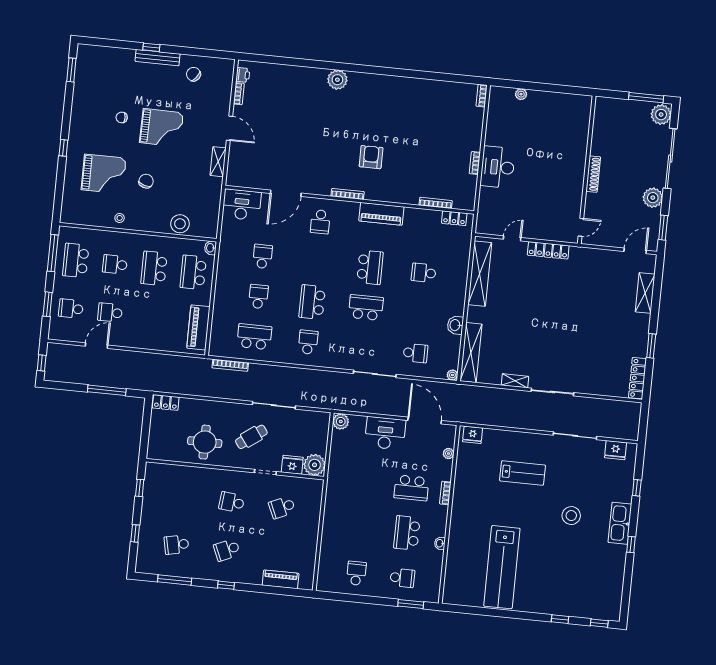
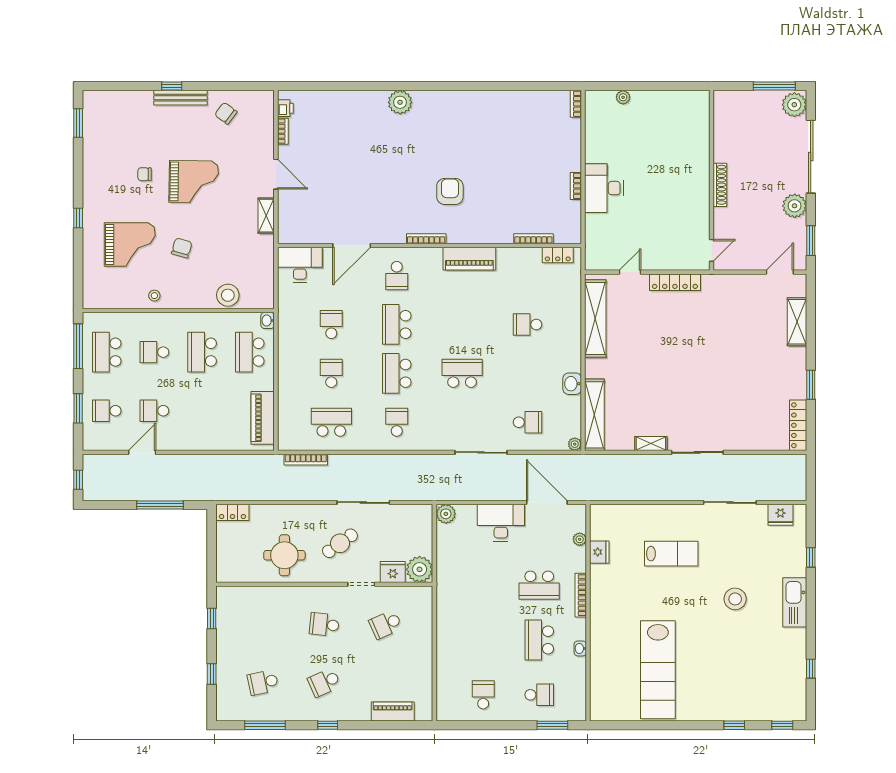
school desk: (370, 267) -> (397, 324), moved, turned 180
fridge: (473, 435) -> (599, 552), moved, turned -90
bookcase: (445, 493) -> (581, 595), width x1.56
window: (631, 544) -> (811, 669), moved

